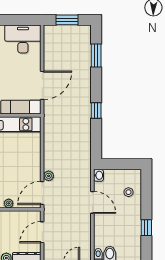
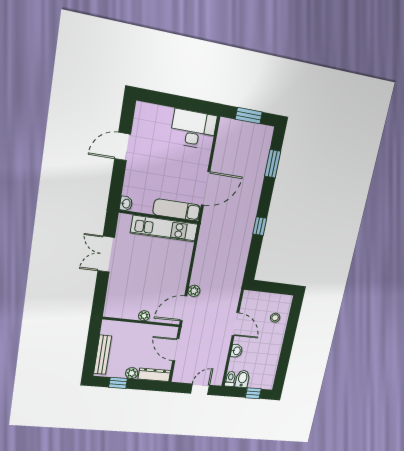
washbasin: (99, 175) -> (237, 351), moved
window: (146, 228) -> (285, 355), removed
door: (42, 232) -> (176, 350), hinge flipped

